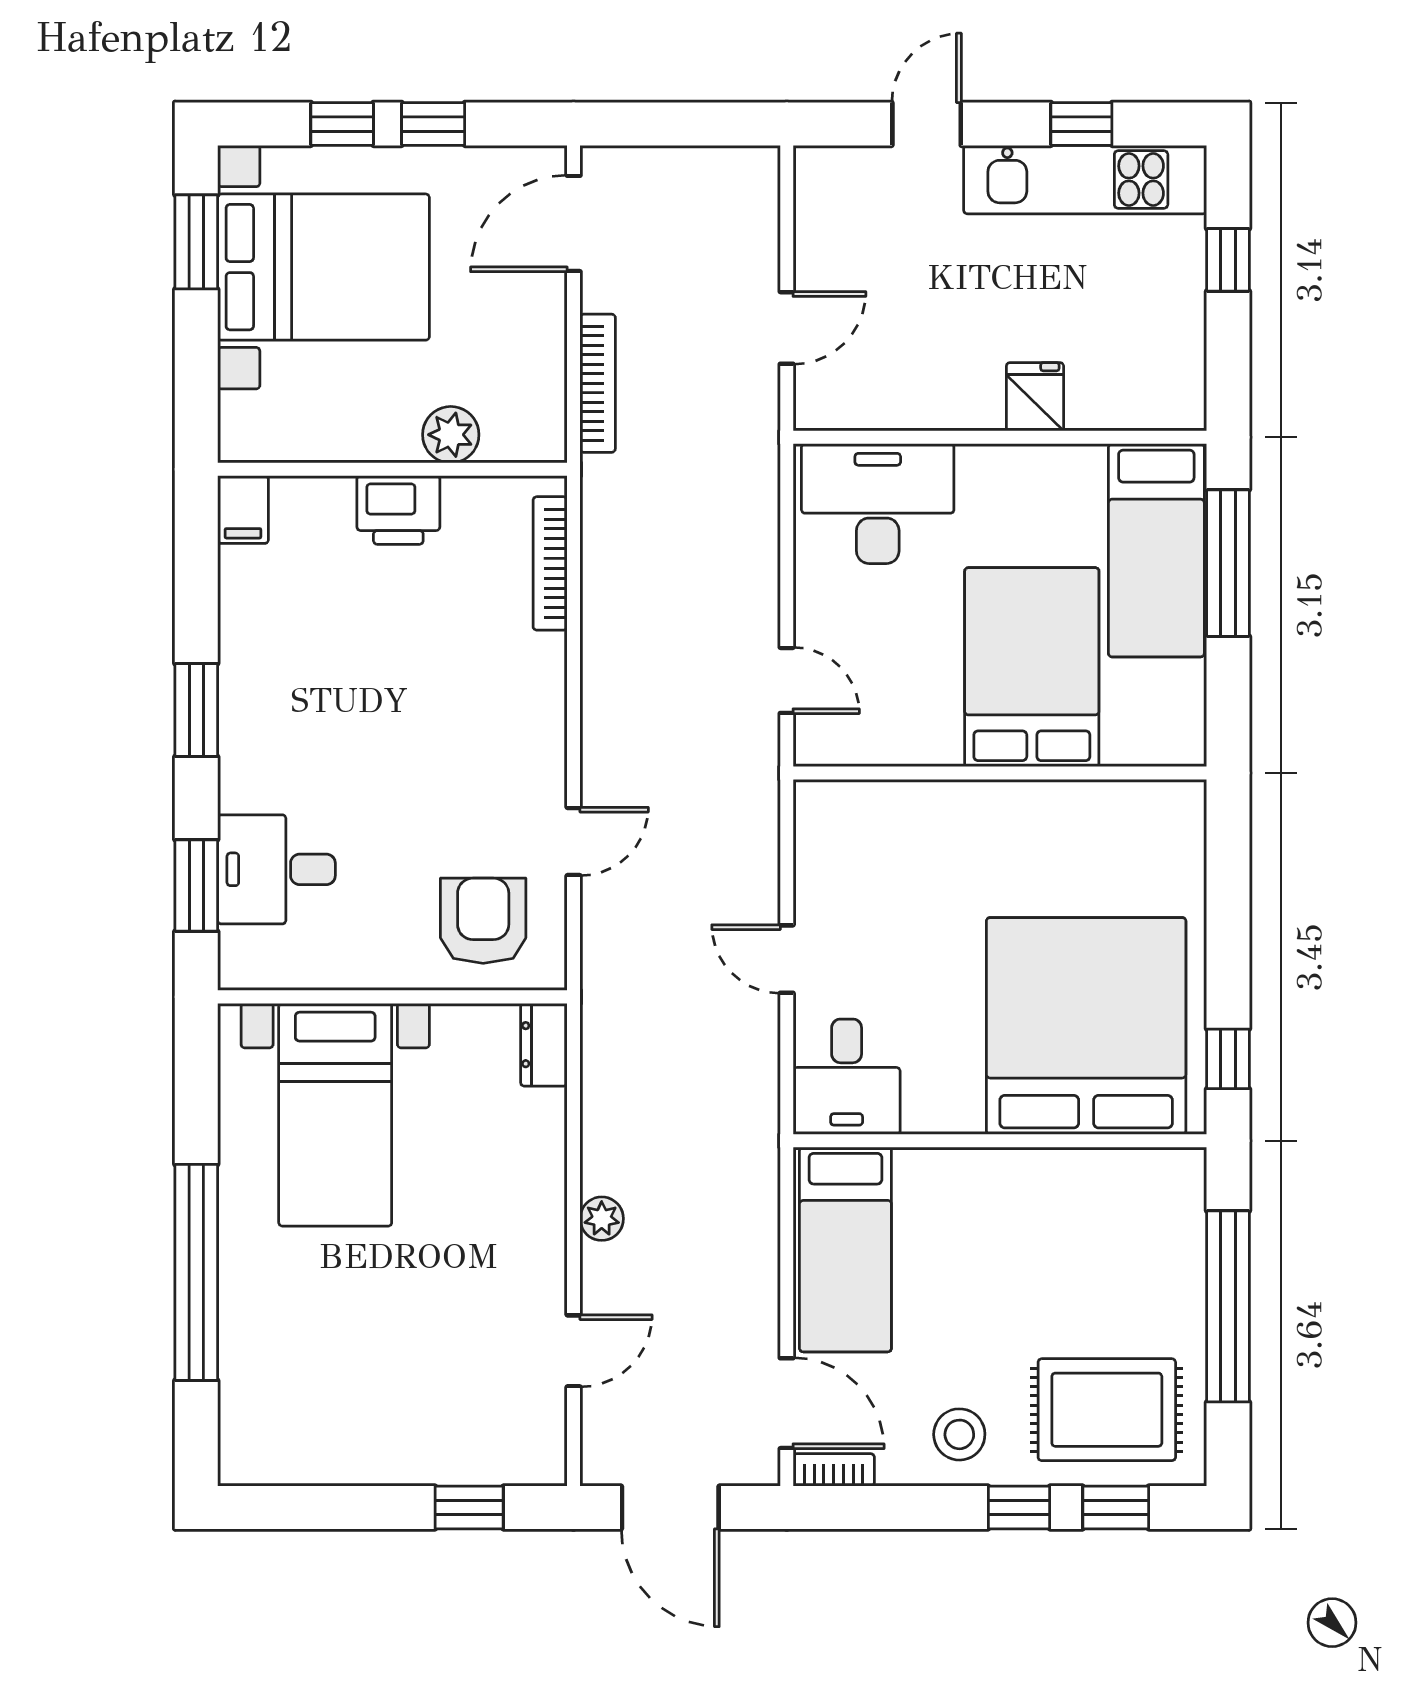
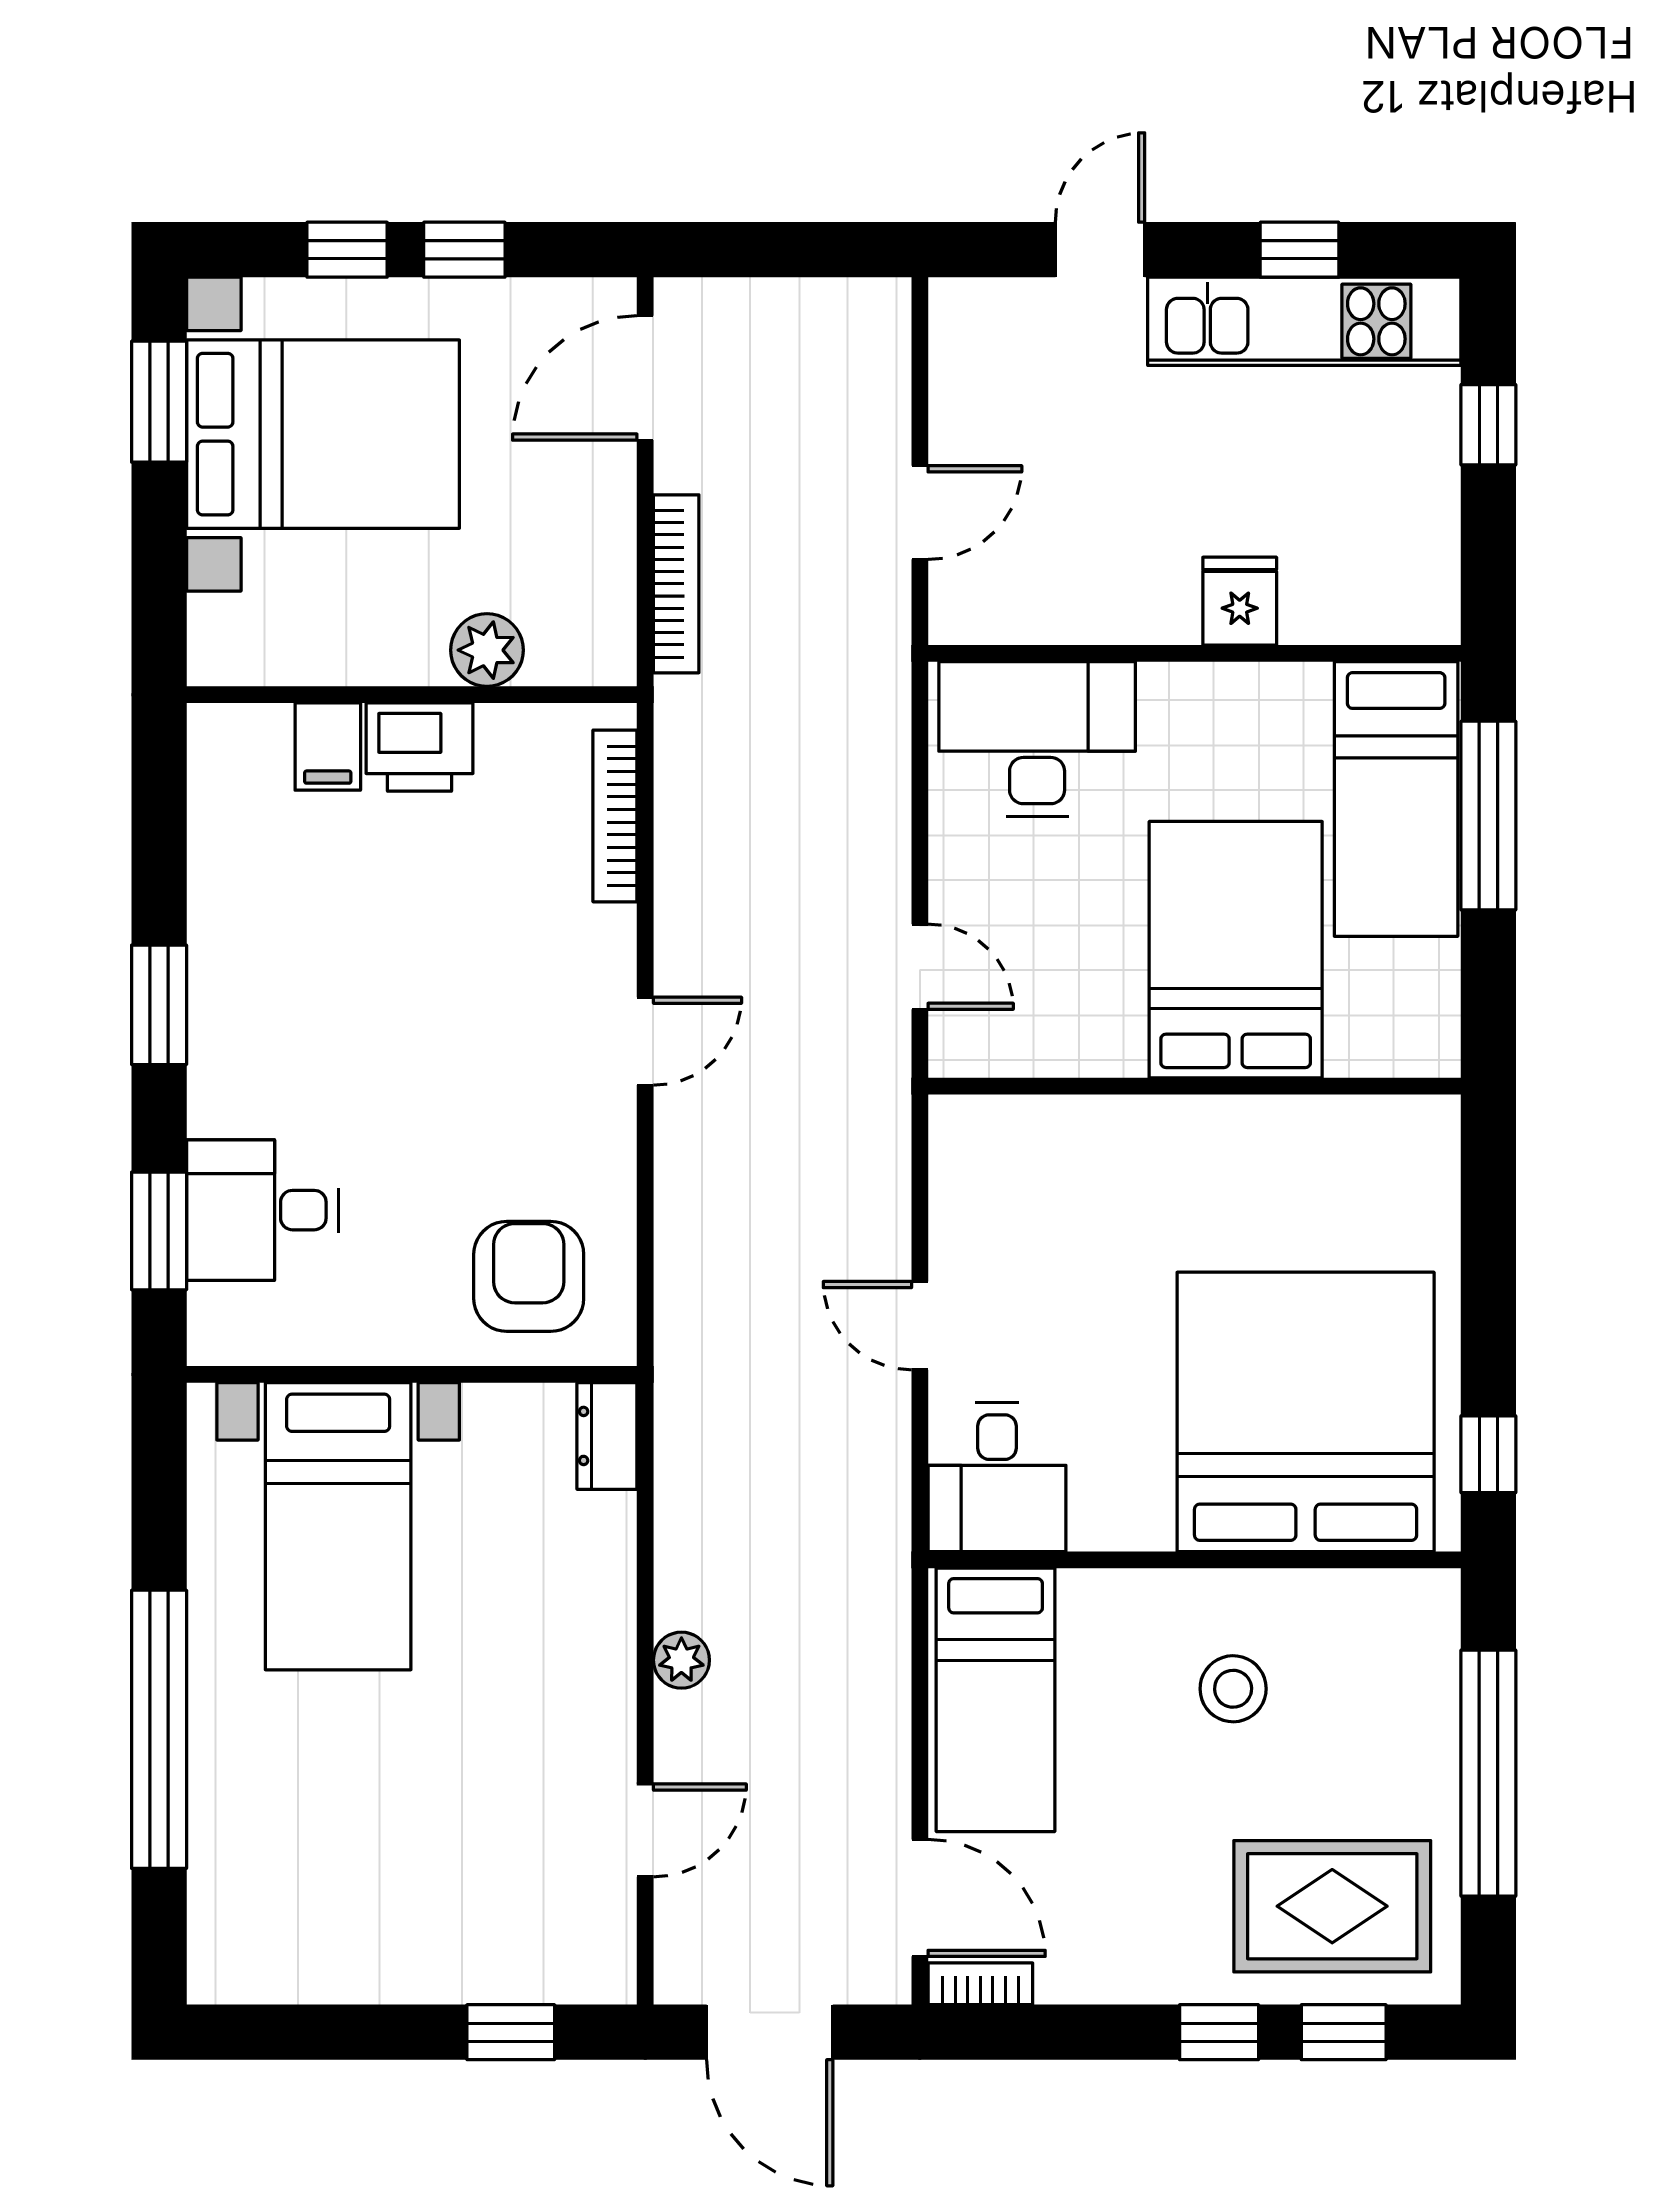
filing cabinet: (243, 510) -> (328, 747), moved
door: (574, 842) -> (645, 1041), moved
stool: (959, 1434) -> (1233, 1689), moved

